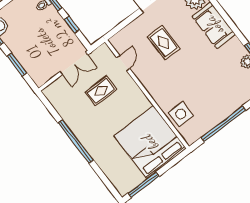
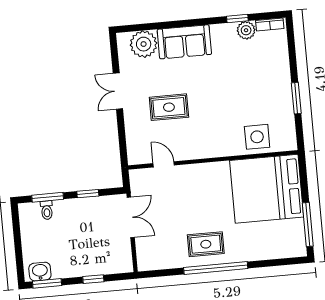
window: (17, 64) -> (93, 279), width x0.67
rug: (101, 91) -> (206, 244), moved, turned 90
window: (223, 124) -> (296, 98), width x0.47

